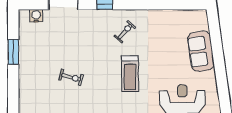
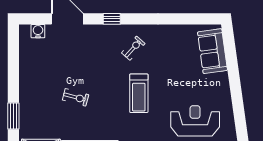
sofa: (201, 51) -> (212, 51), moved
window: (13, 52) -> (13, 116), moved

